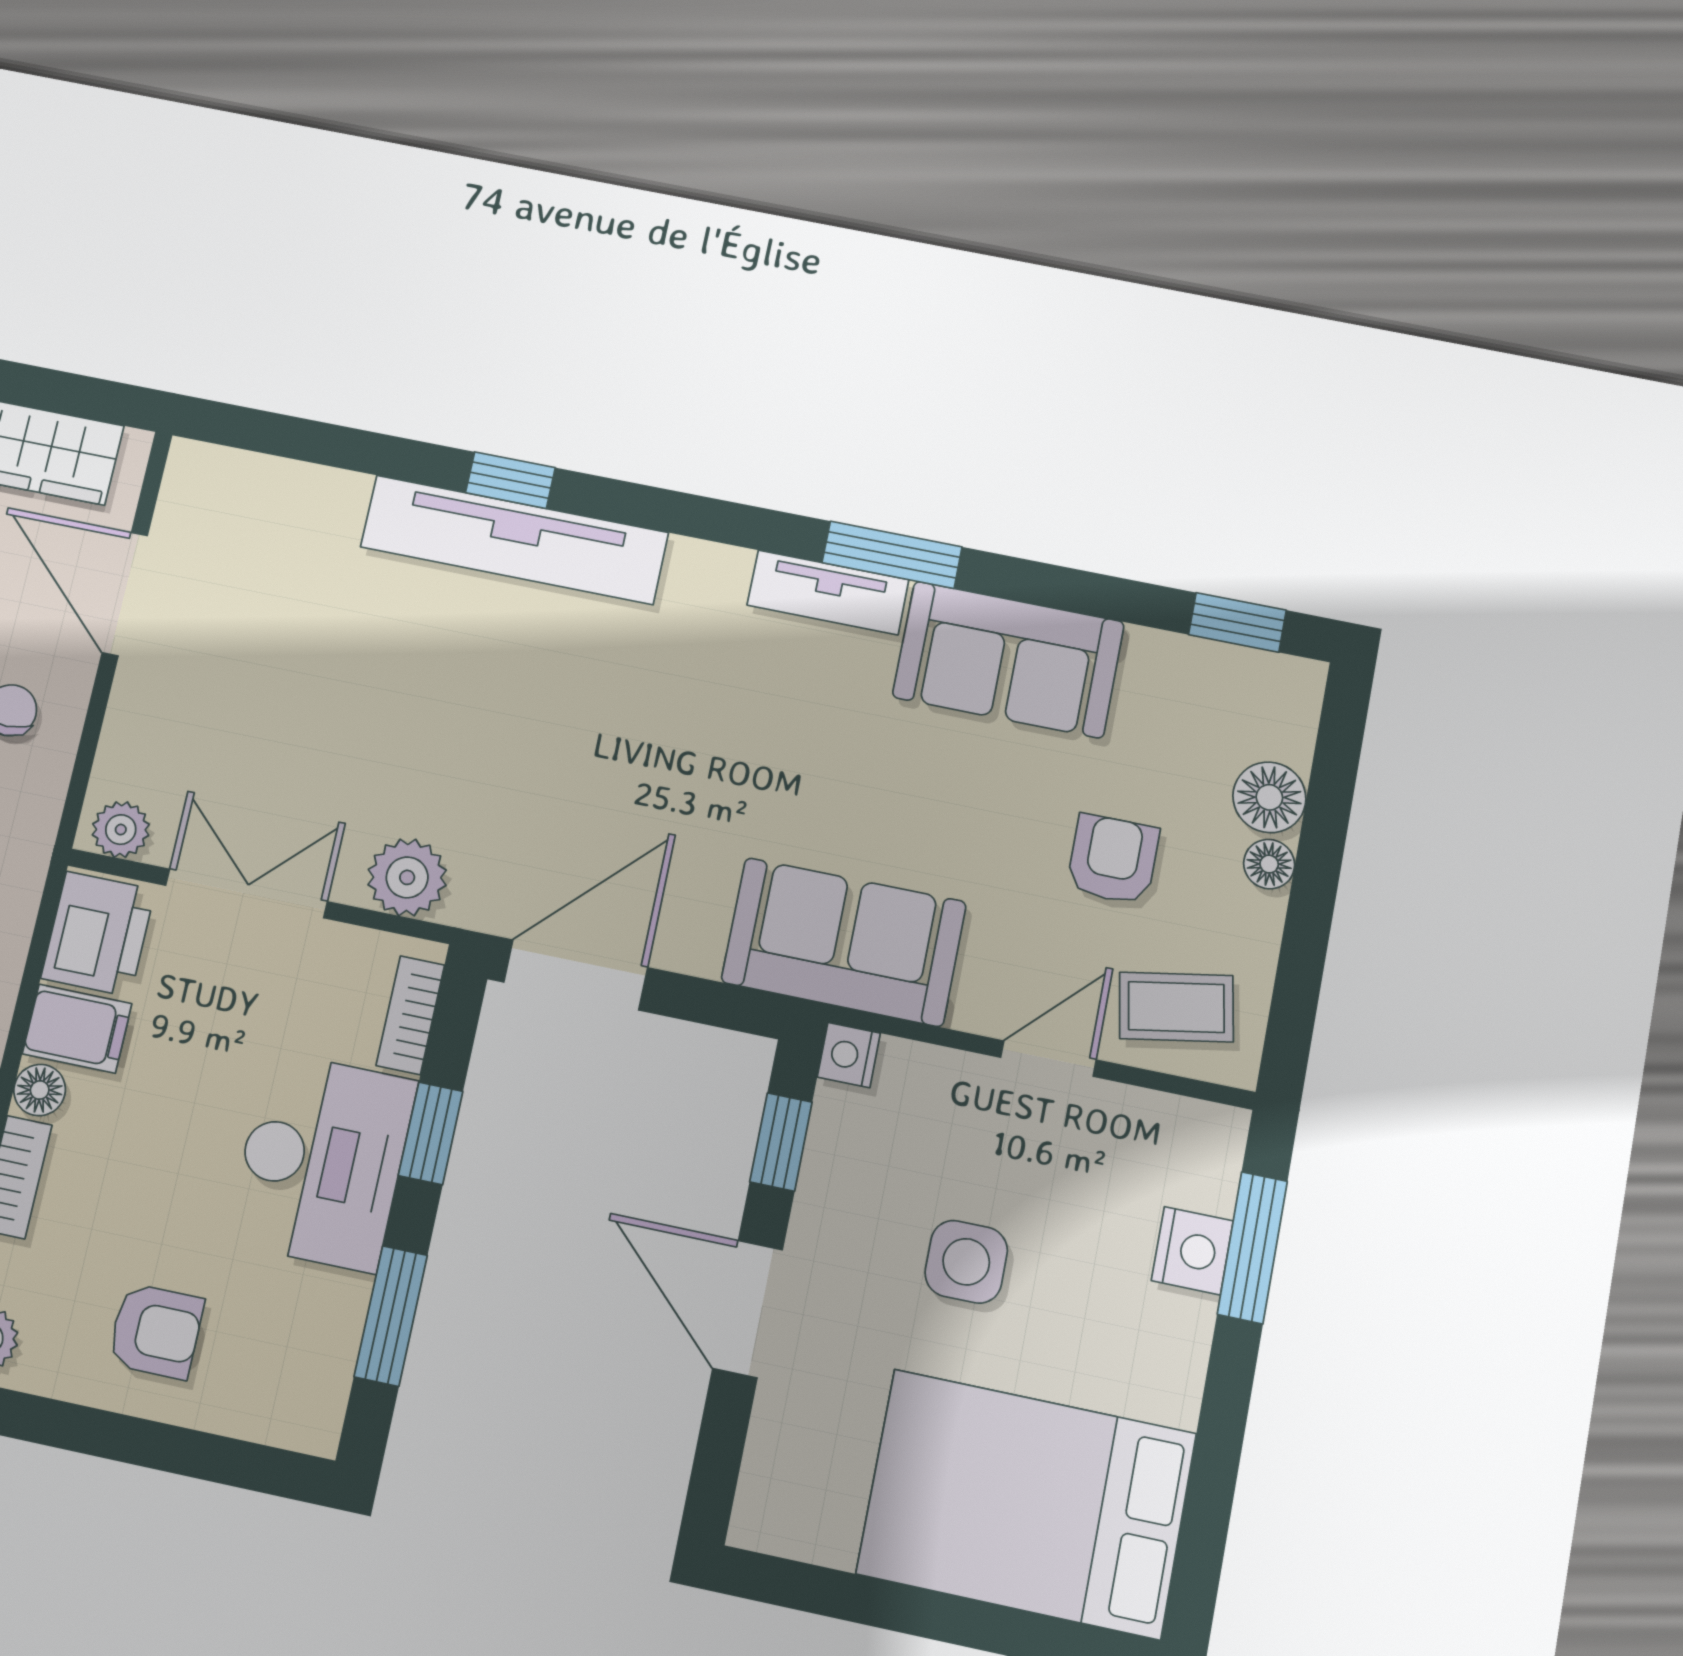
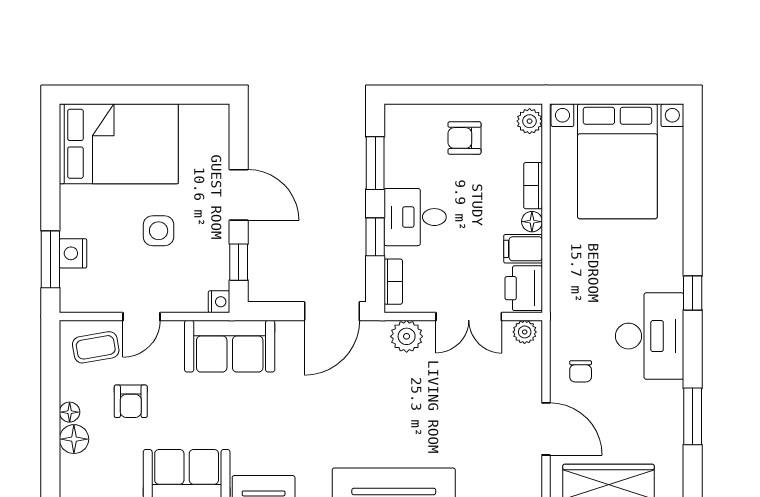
desk: (322, 1161) -> (415, 217), width x0.73

